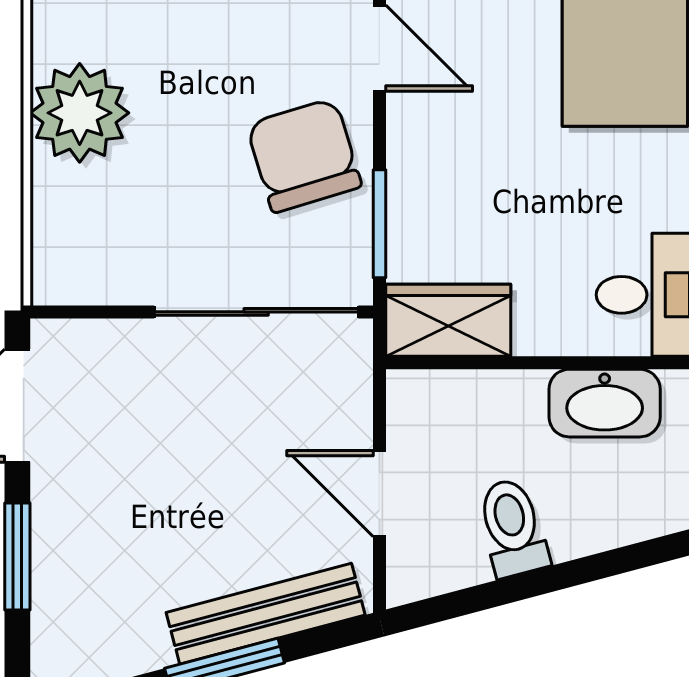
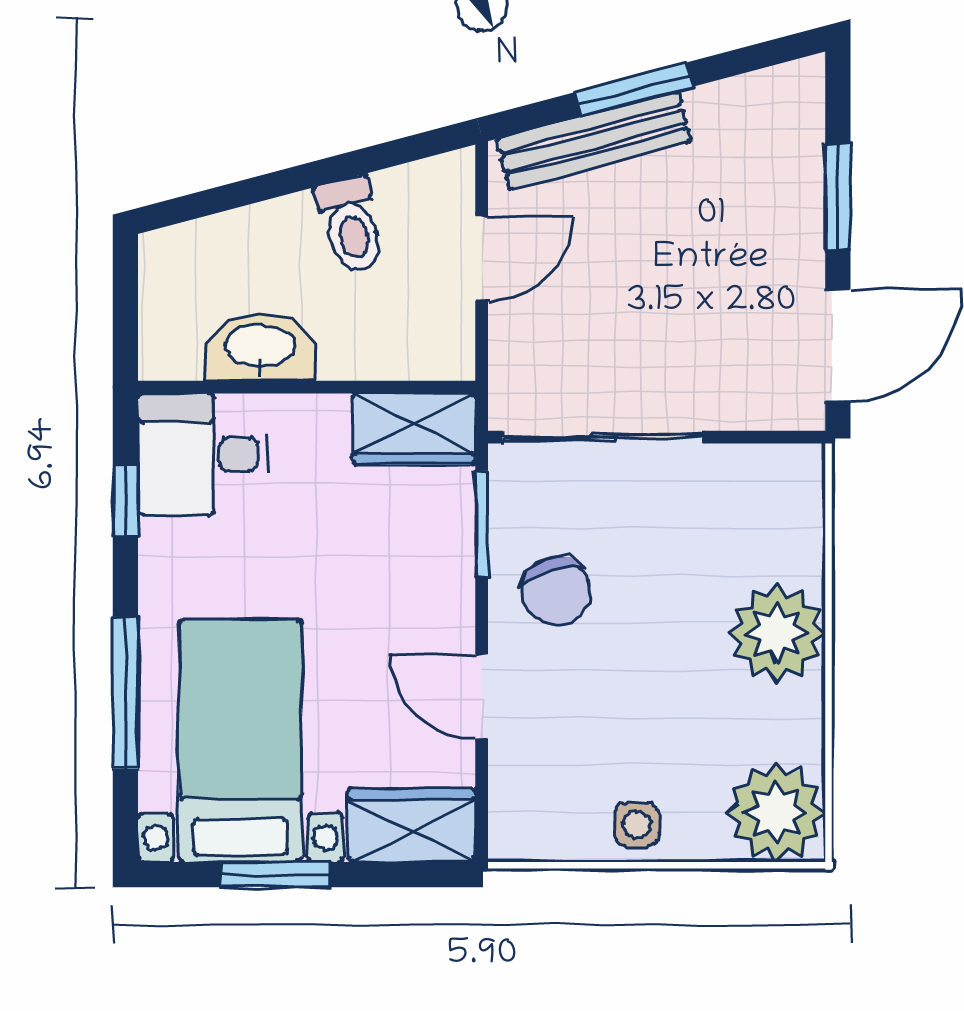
chair: (304, 155) -> (556, 591), width x0.73, depth x0.73
door: (380, 494) -> (482, 259), hinge flipped

